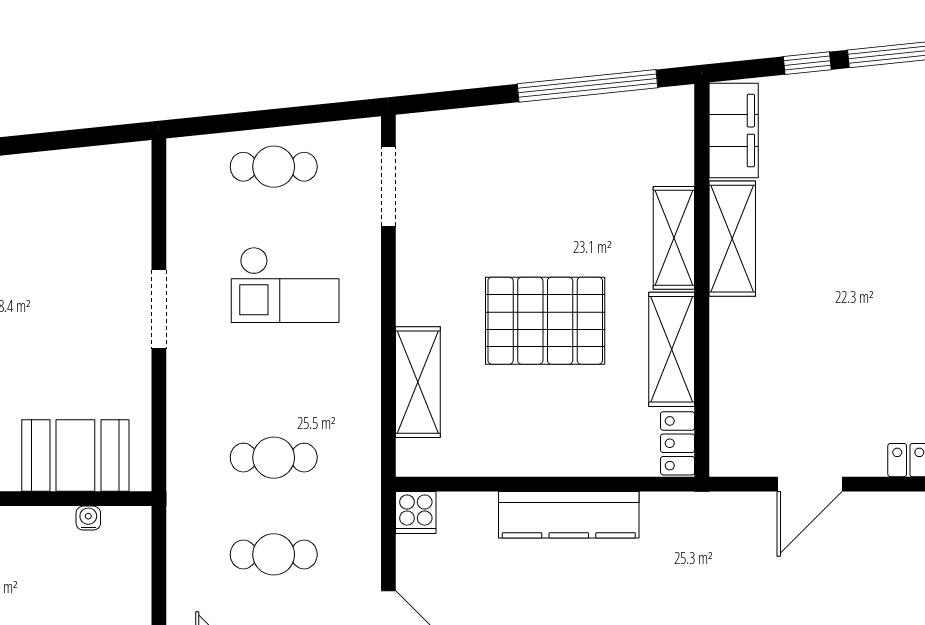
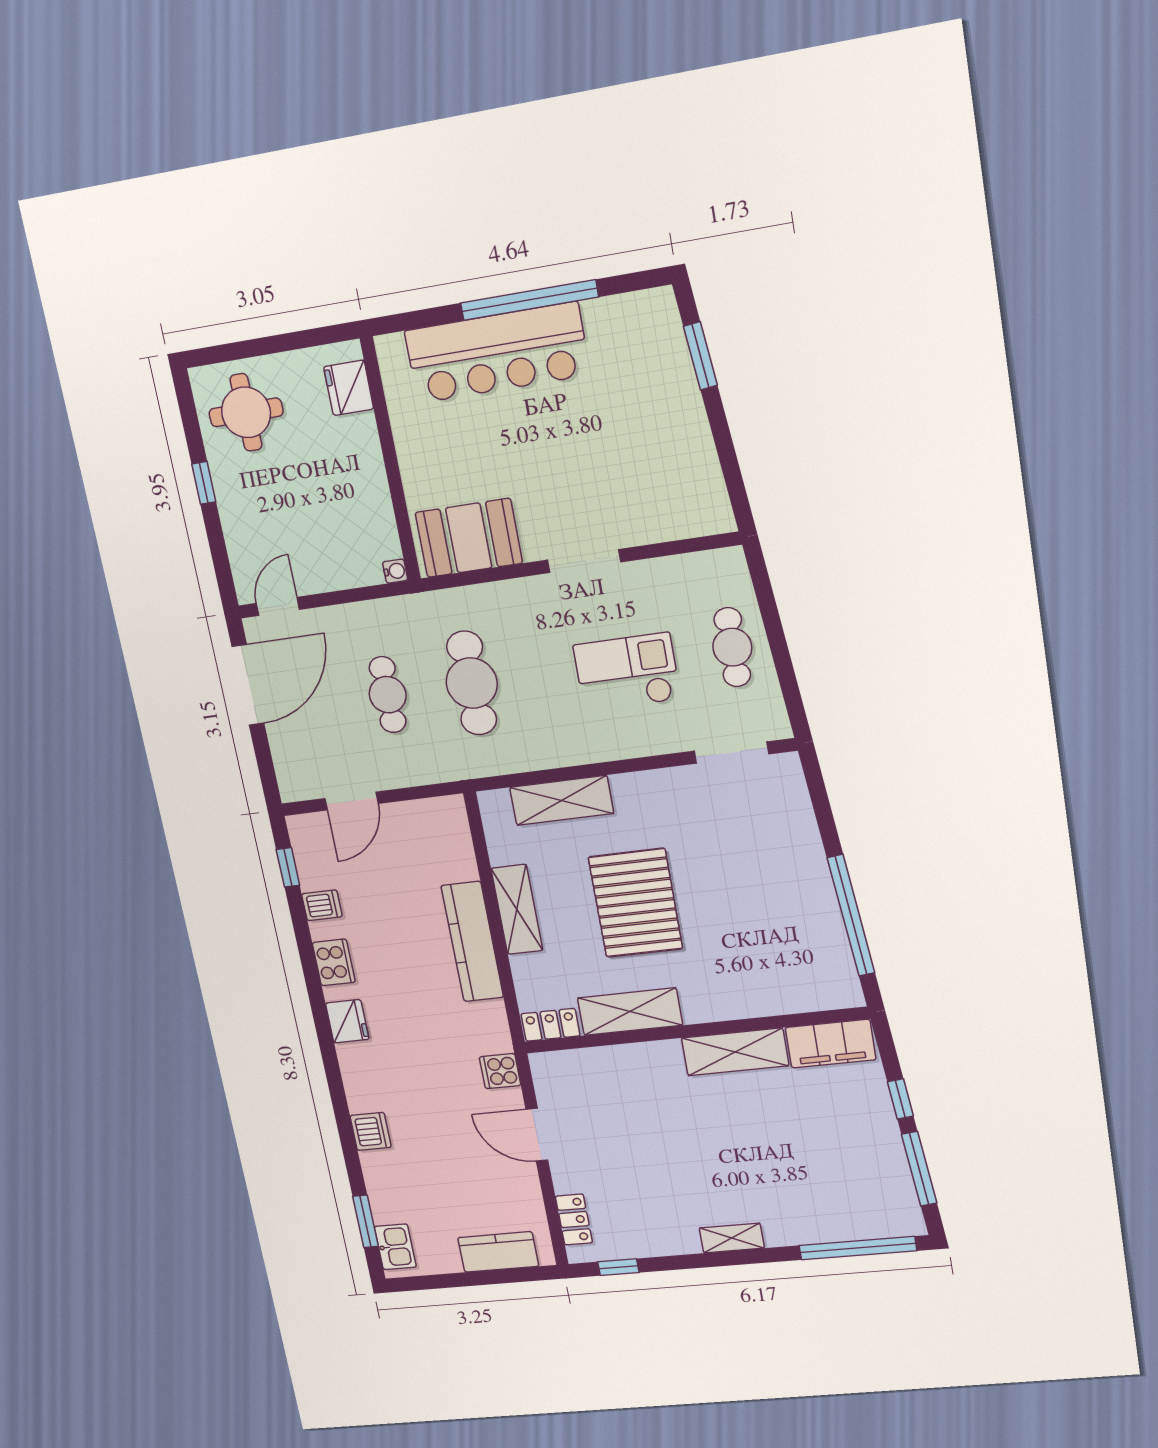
shelving: (674, 238) -> (517, 909), moved, turned 90
checkout: (285, 285) -> (627, 672), turned 90
booth: (75, 456) -> (469, 538), moved, turned 90
cafe table: (274, 458) -> (472, 683), width x1.37, depth x1.35
cooker: (416, 513) -> (500, 1071), moved
water cooler: (88, 518) -> (395, 571), moved

